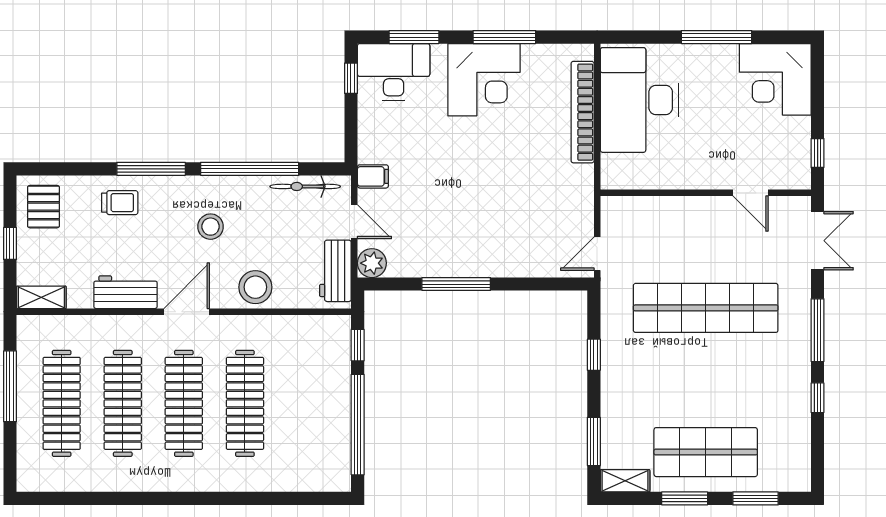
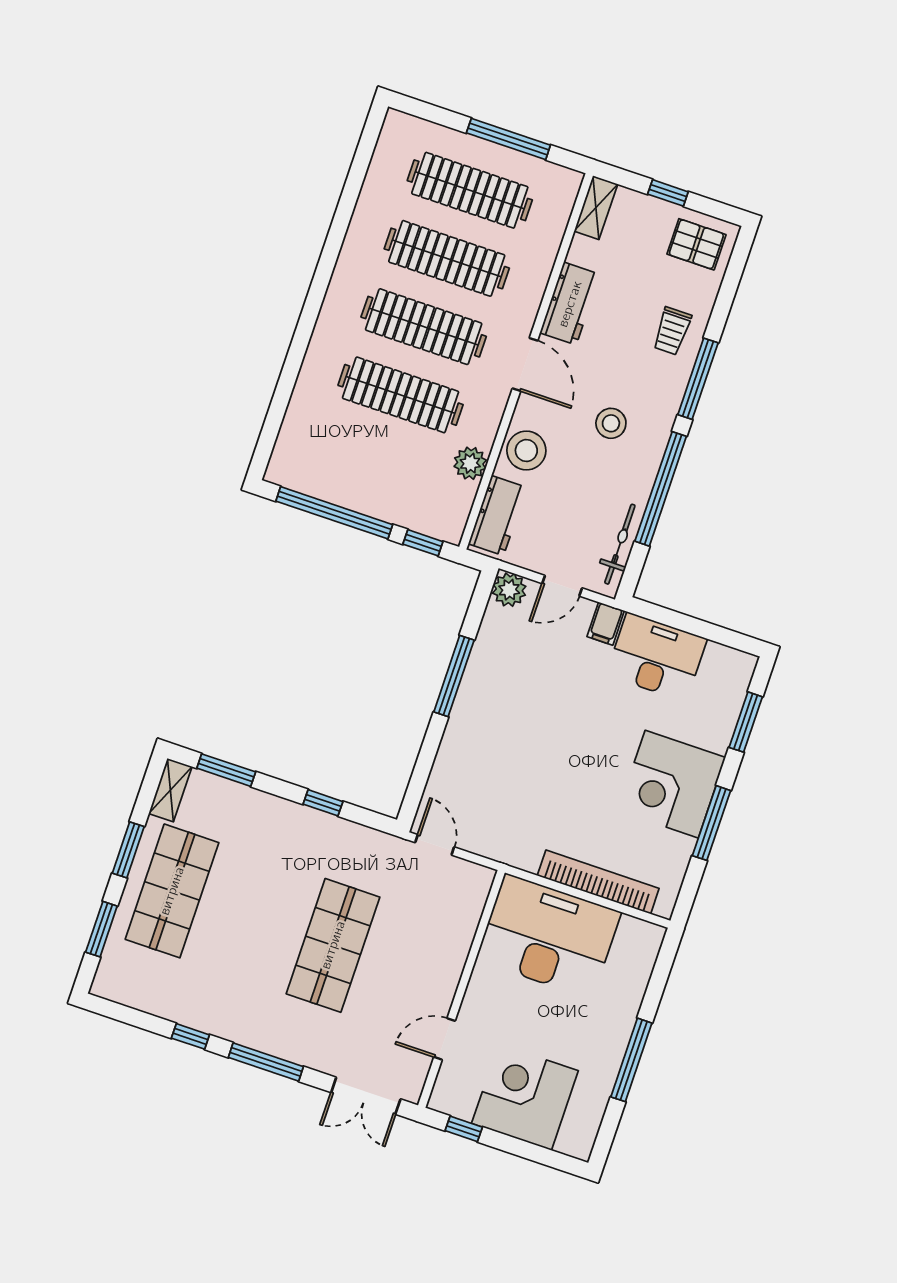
desk: (394, 72) -> (656, 657), moved, turned -90
window: (351, 78) -> (724, 636), removed
corner desk: (775, 79) -> (525, 1097), moved
desk: (639, 100) -> (548, 936), moved
workbench: (335, 271) -> (497, 516), moved, turned 90
shop shelf: (706, 308) -> (333, 945), width x0.71
plant: (281, 329) -> (470, 463), added

